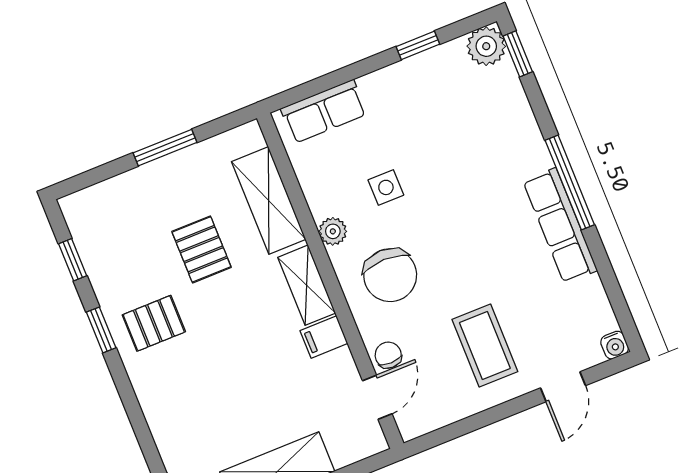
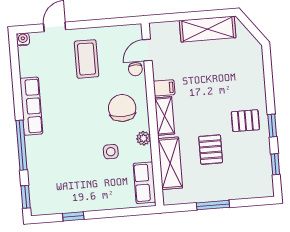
plant: (486, 46) -> (40, 205), removed
row of seats: (324, 111) -> (144, 183), moved, turned -90
window: (570, 182) -> (21, 145), moved

